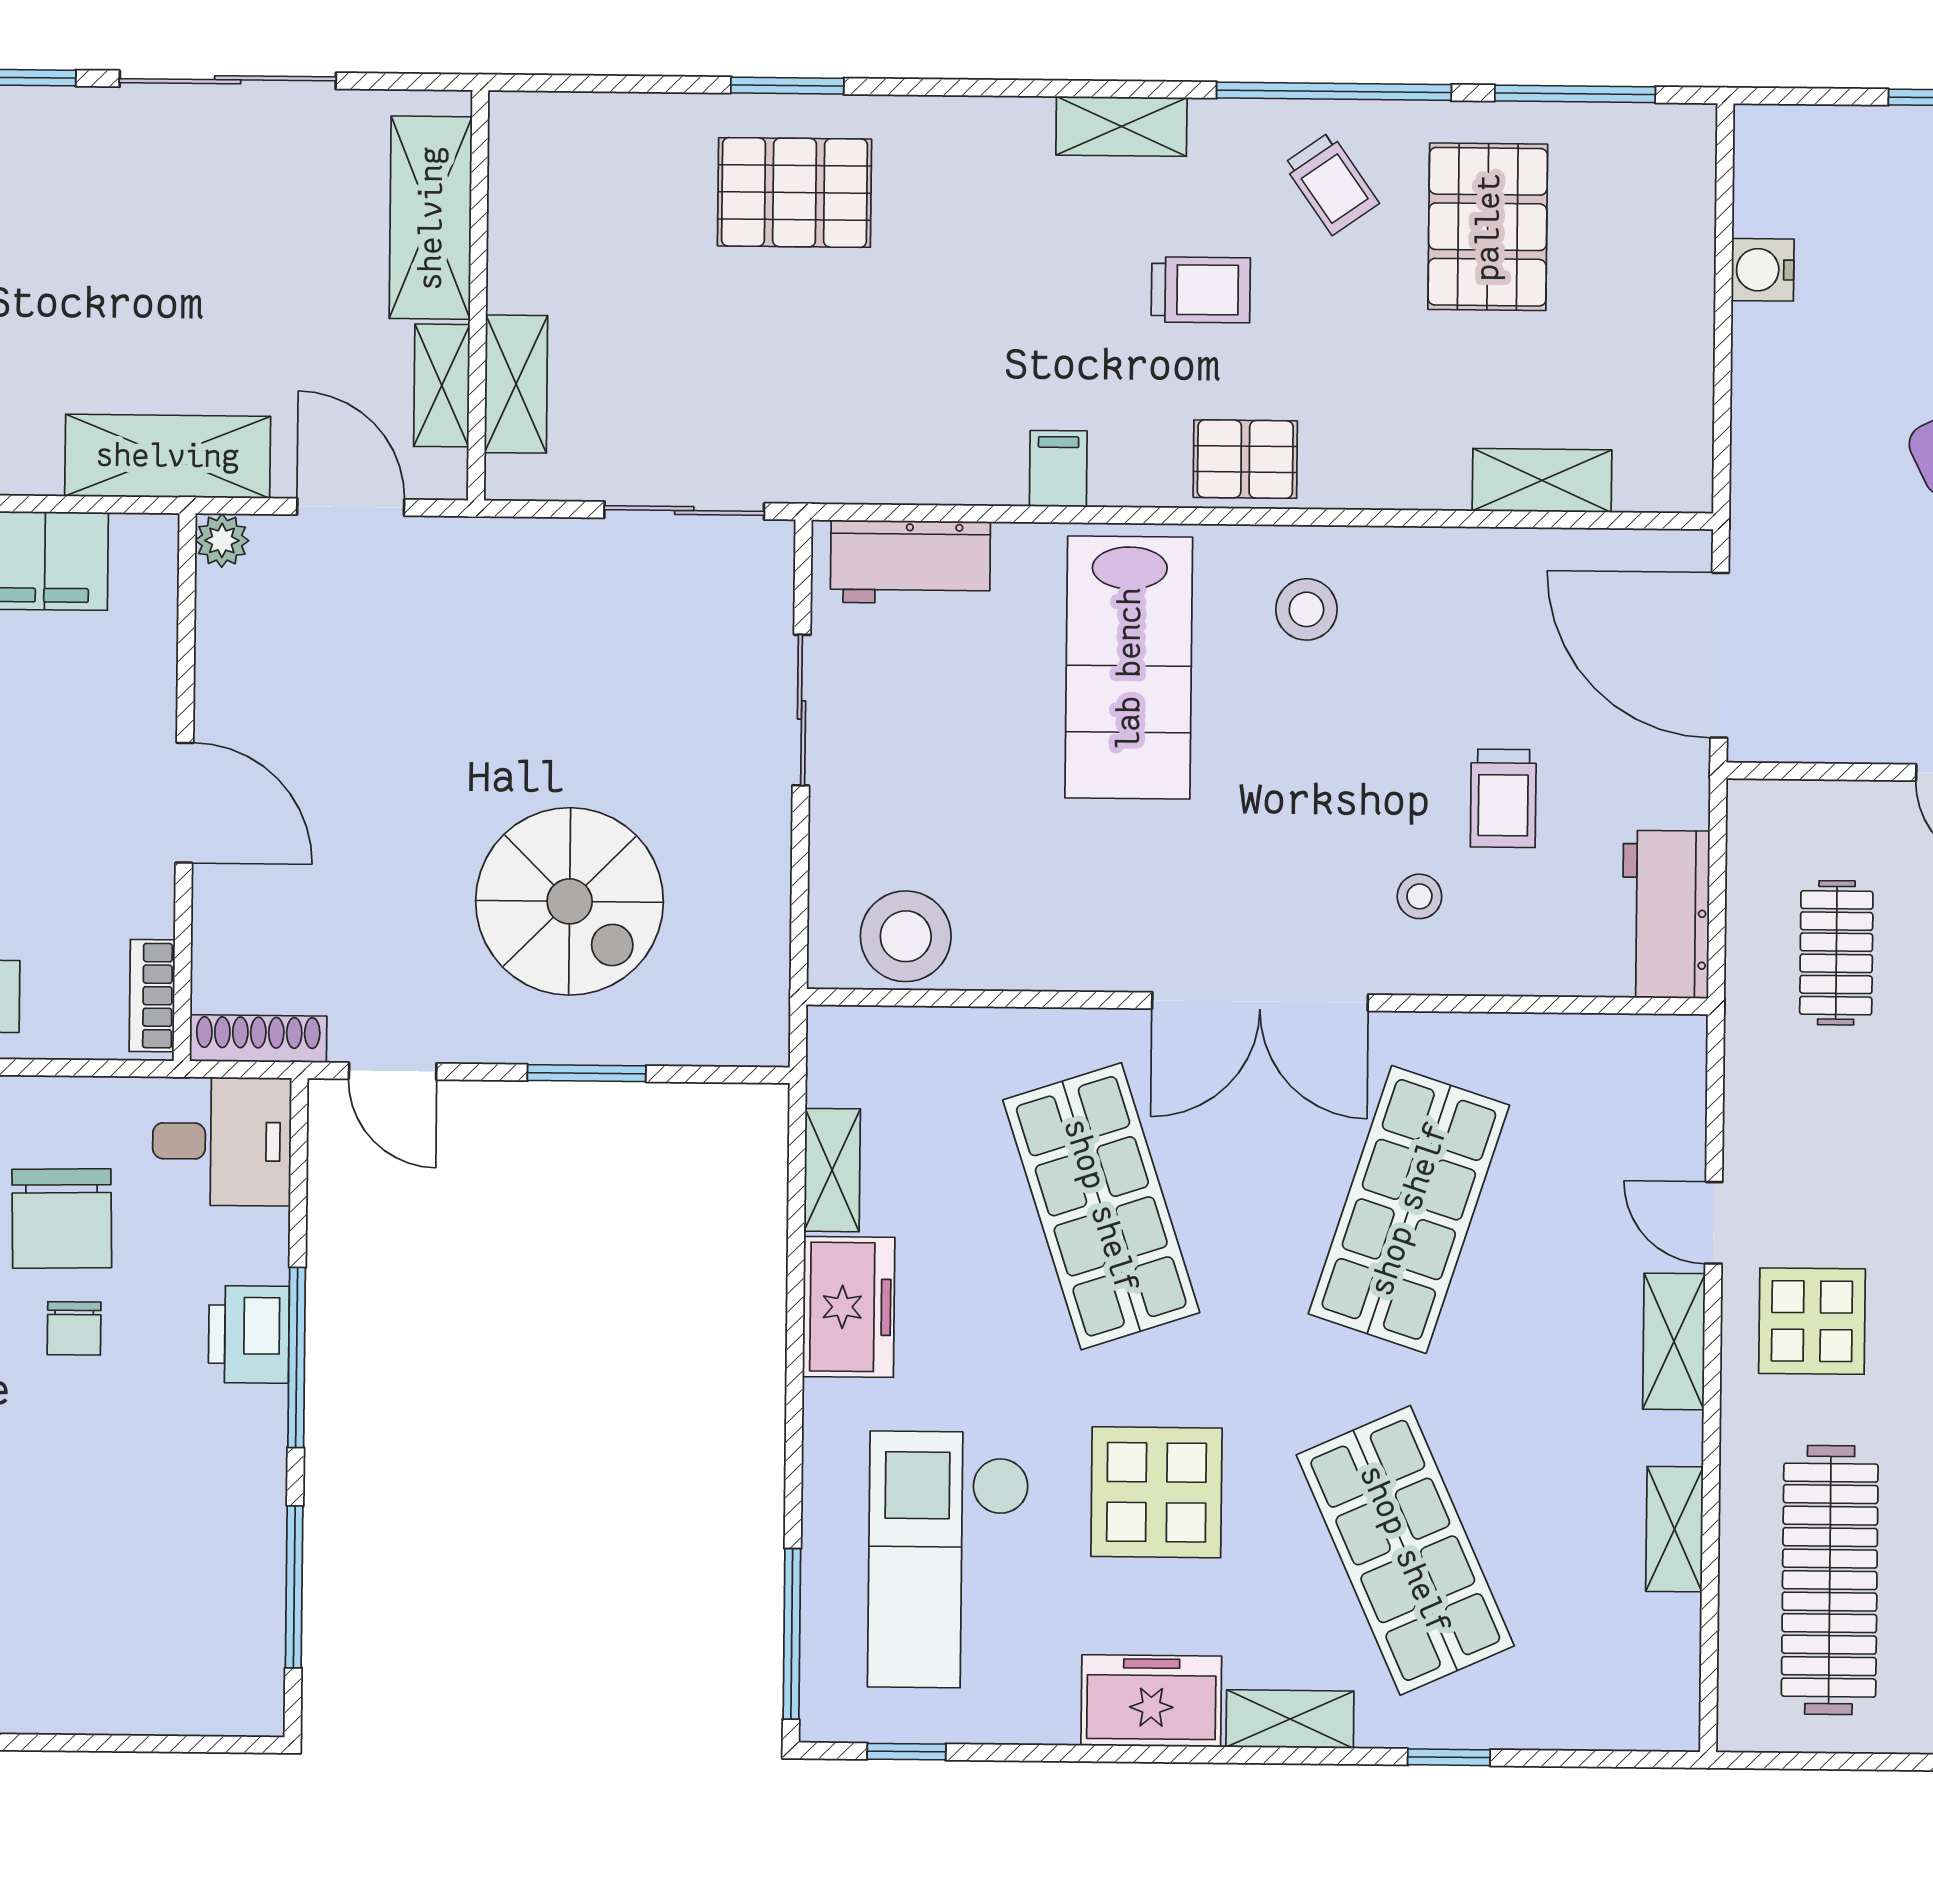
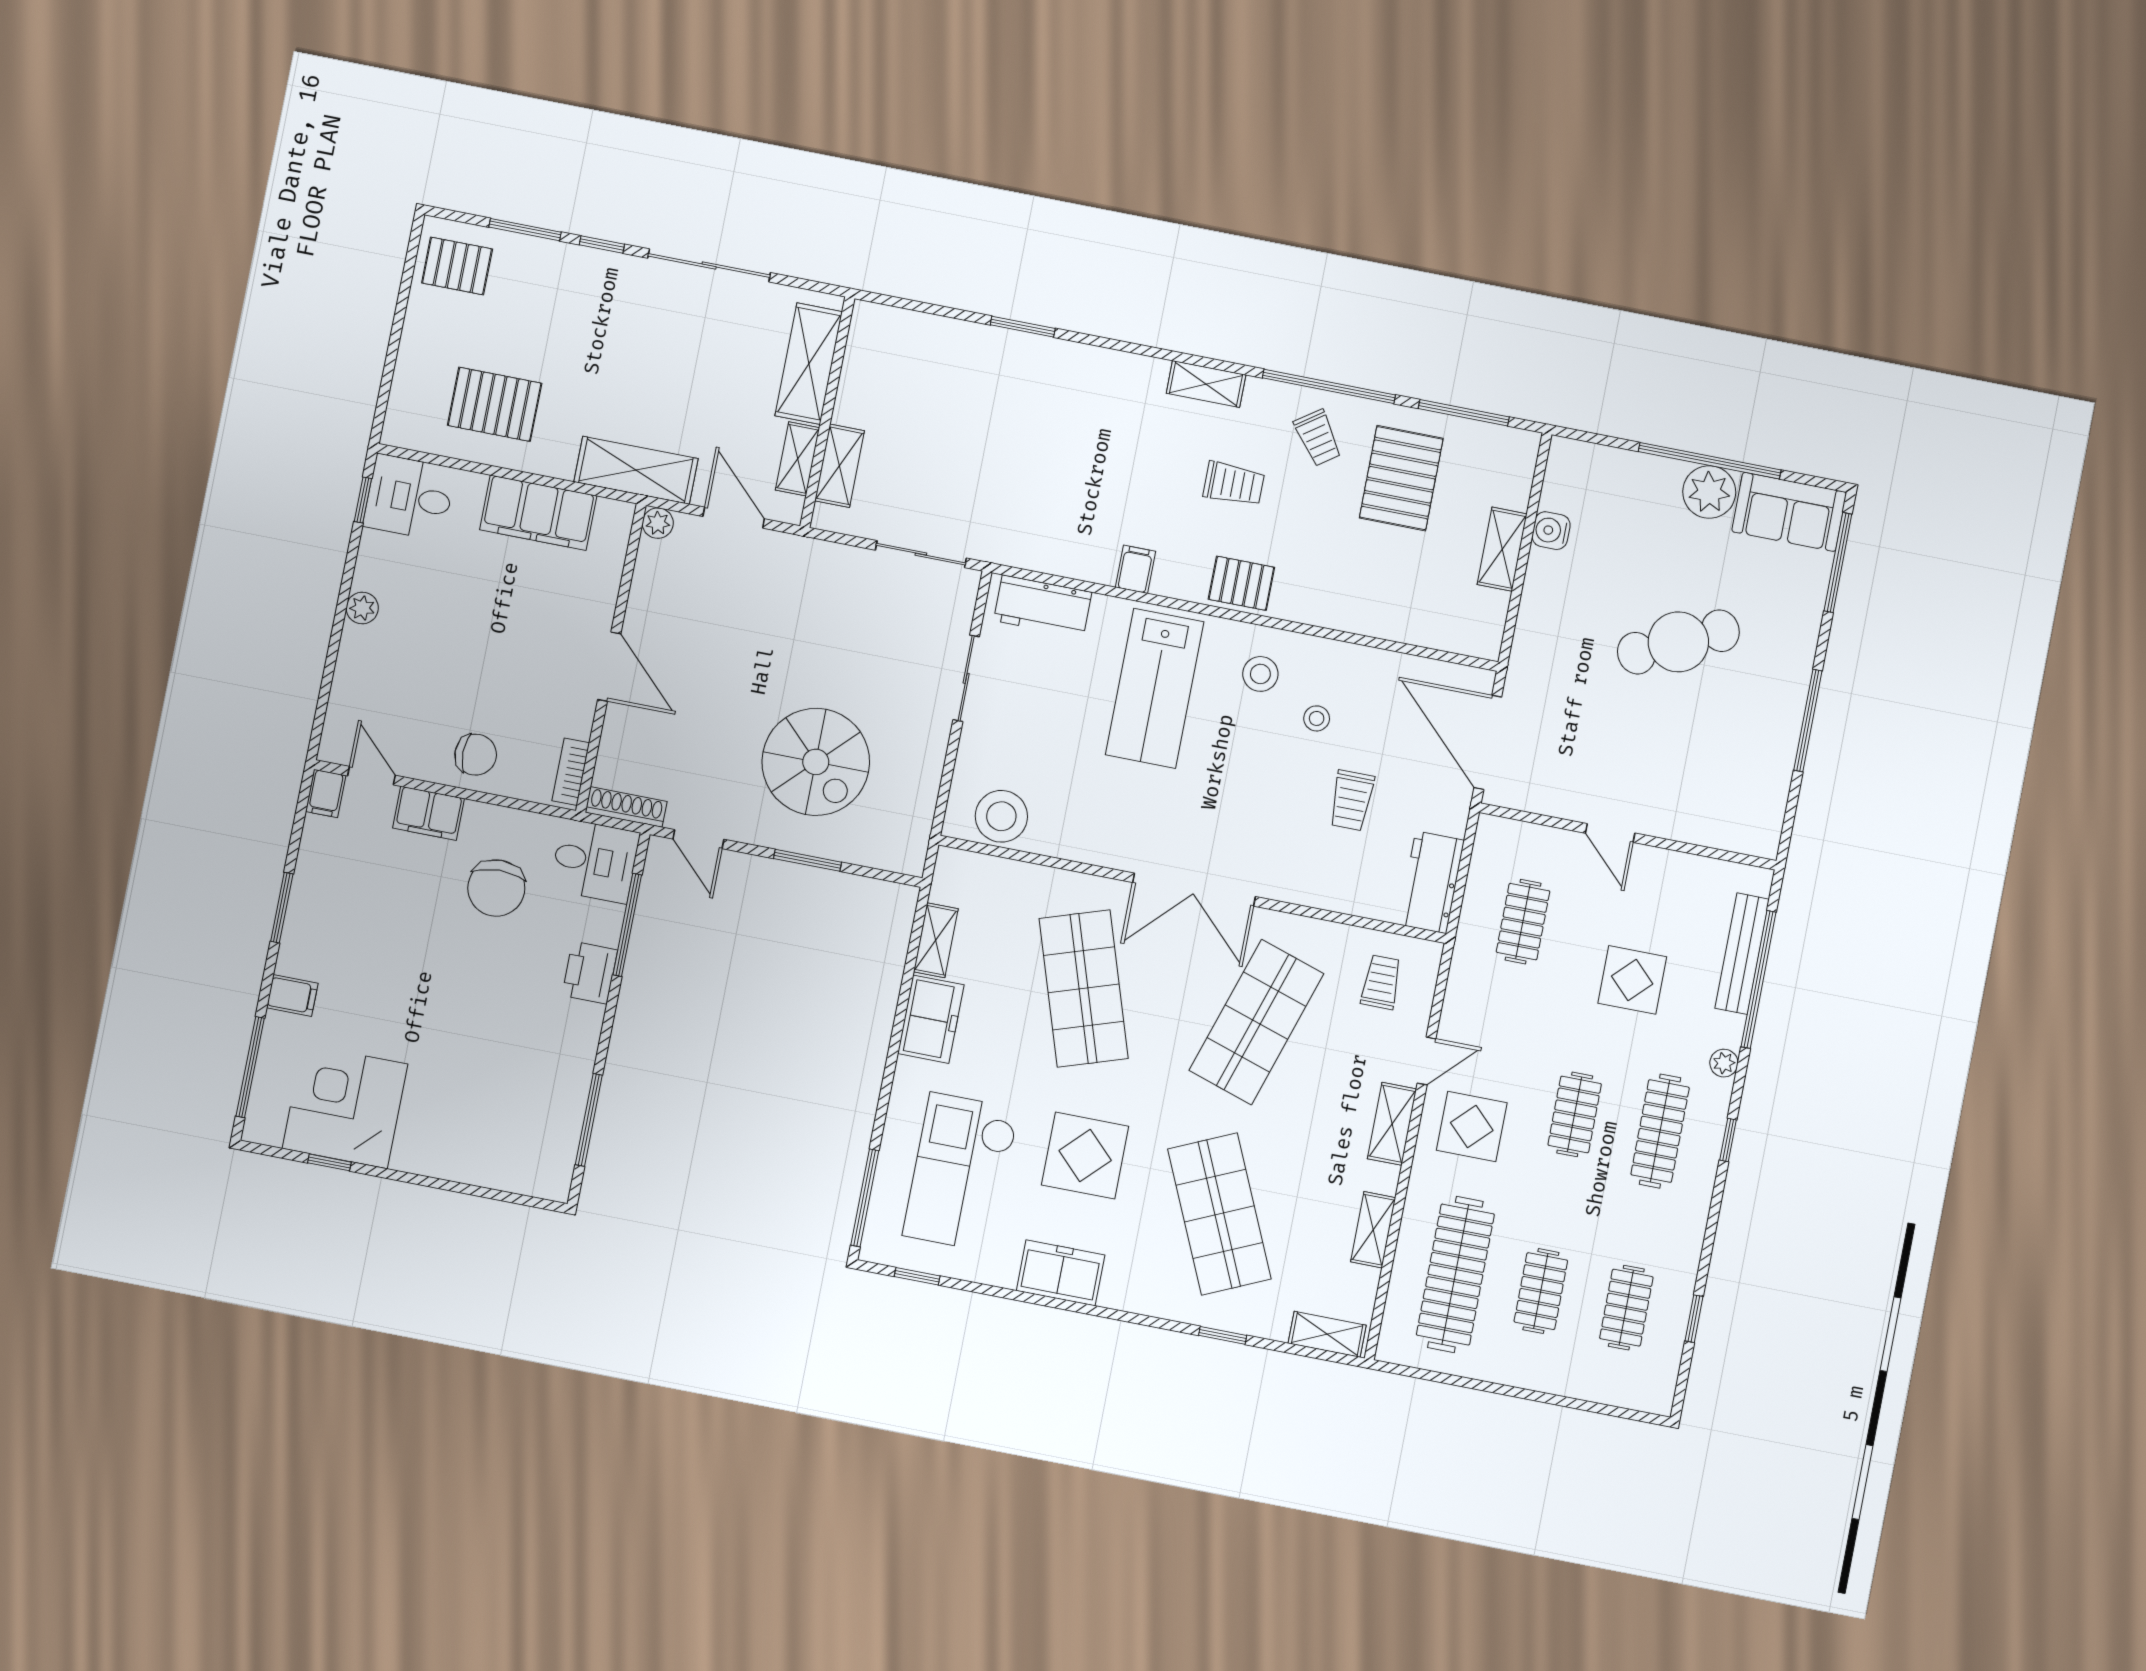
pallet: (795, 193) -> (1016, 387), removed
shelving: (1542, 480) -> (1502, 549), moved, turned 90
stool: (1419, 896) -> (1317, 718), moved
trolley: (1611, 1102) -> (1381, 982), added
door: (1714, 1223) -> (1427, 1061), swing flipped
chair: (74, 1328) -> (492, 951), removed
window: (297, 1357) -> (627, 925), moved
shelving: (1290, 1719) -> (1327, 1334), moved

